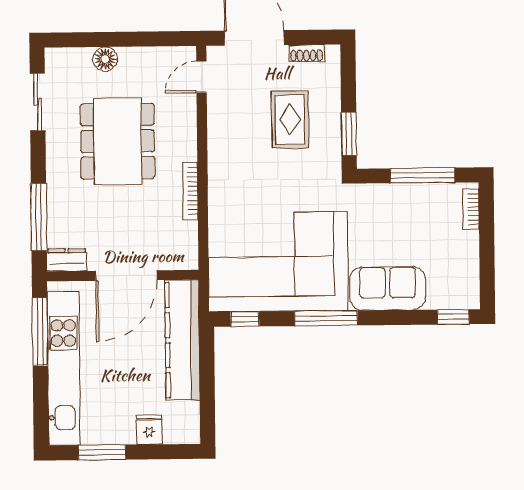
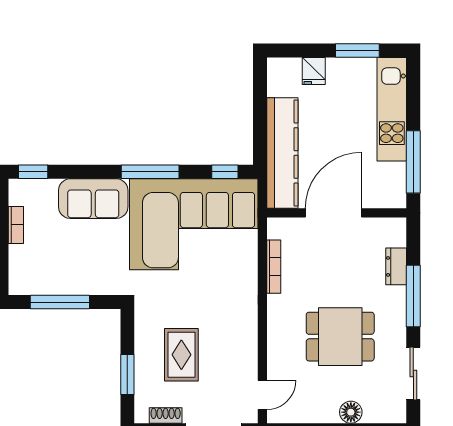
window: (349, 134) -> (127, 375), moved
dining table: (118, 141) -> (340, 337), width x0.73
bookcase: (190, 191) -> (274, 267), moved
bookcase: (471, 209) -> (16, 225), moved
window: (39, 217) -> (413, 296), moved
dresser: (67, 260) -> (396, 266), moved, turned 90
kitchen unit: (64, 368) -> (392, 109), width x0.73

